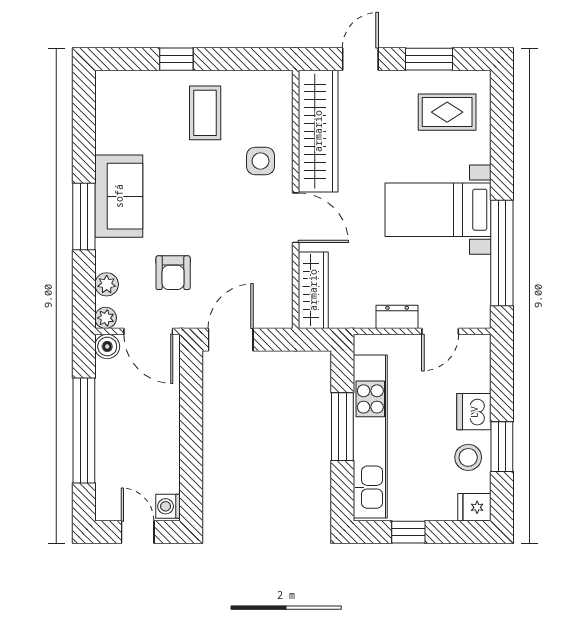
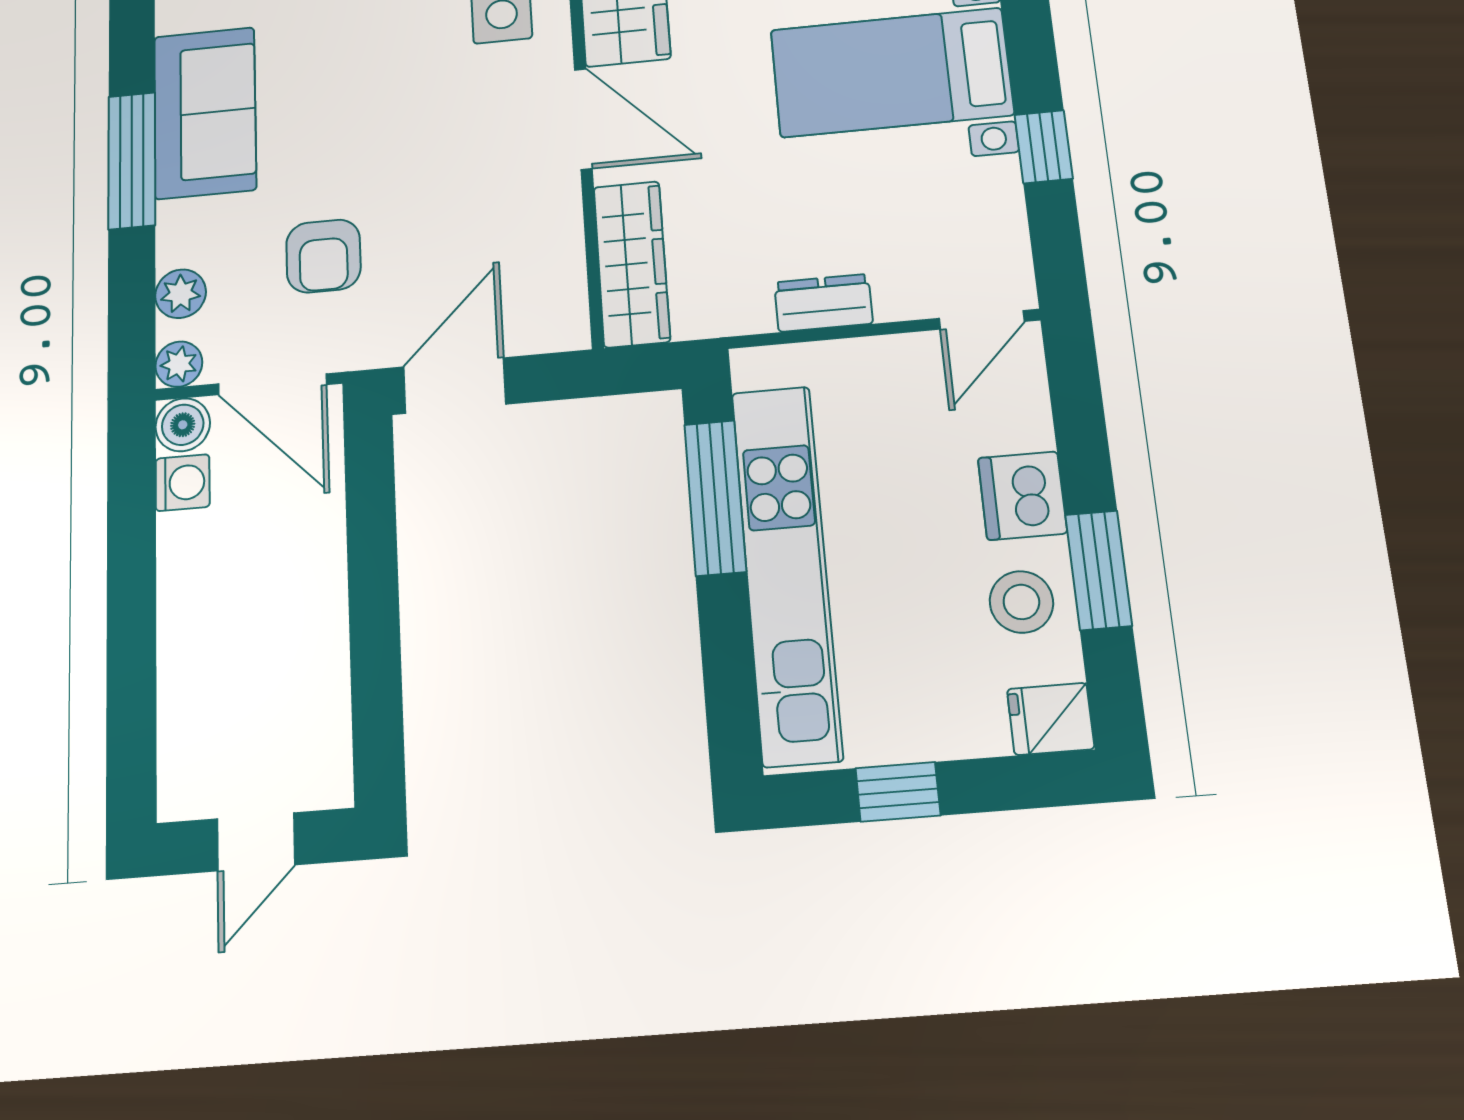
window: (502, 253) -> (1044, 147), width x0.32
door: (440, 331) -> (982, 320), moved
window: (342, 427) -> (715, 498), moved
window: (84, 430) -> (131, 614), removed
washing machine: (168, 506) -> (183, 483), moved, turned 180
door: (138, 532) -> (256, 842), swing flipped

